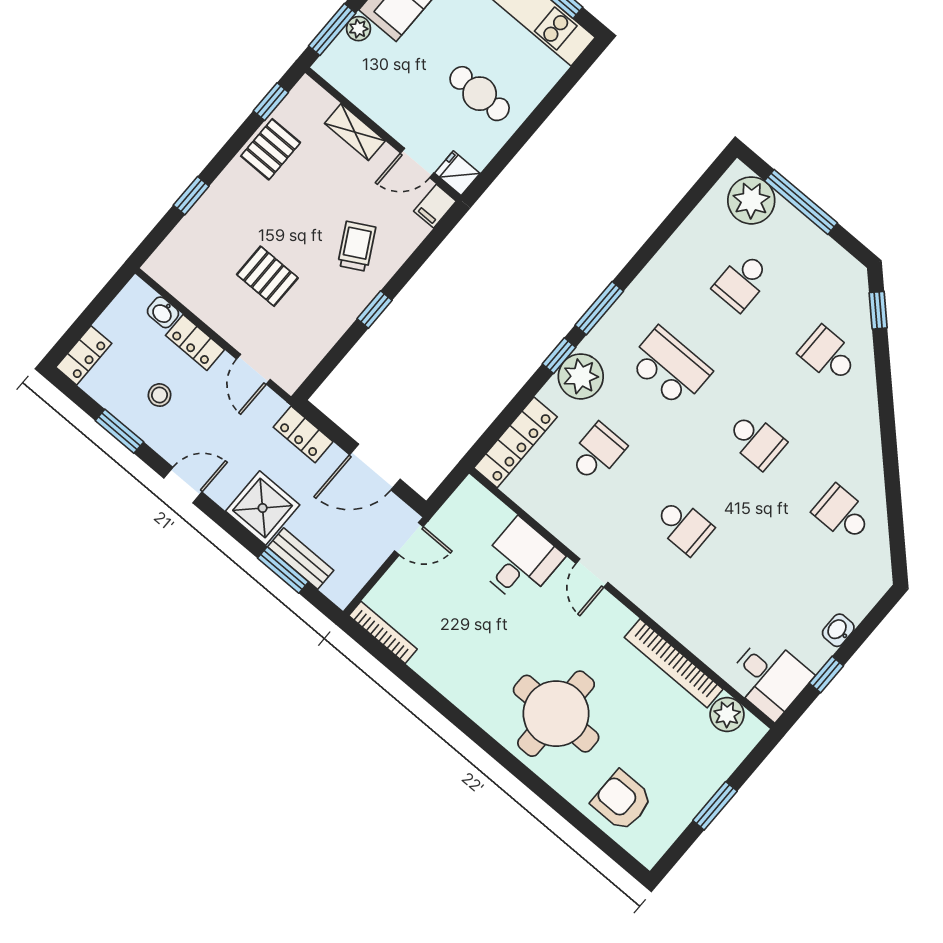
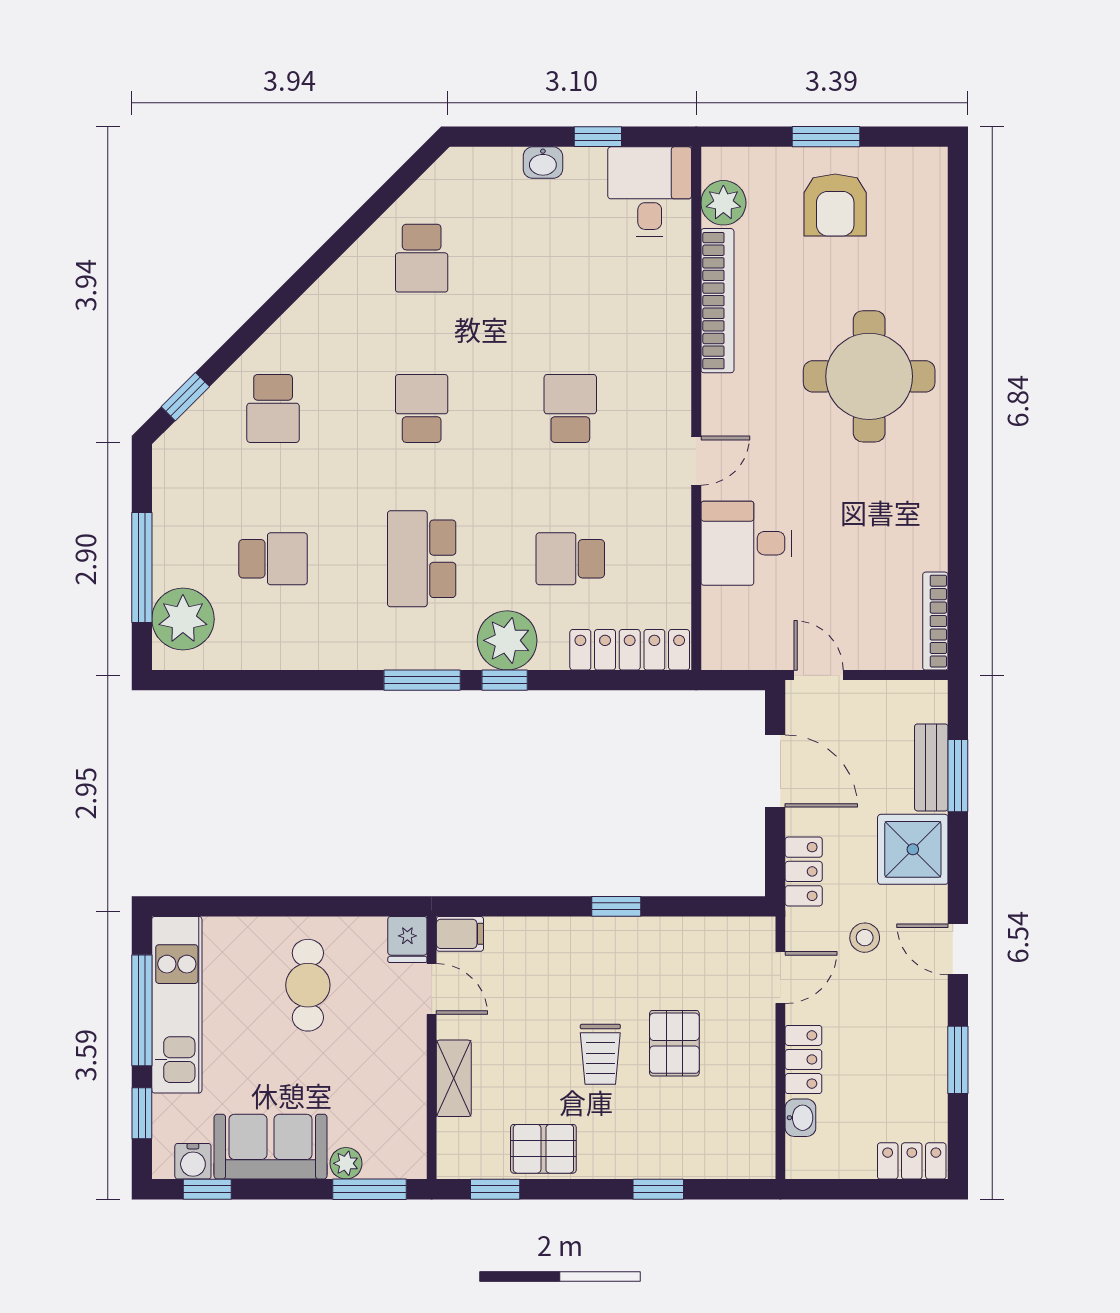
trolley: (357, 246) -> (600, 1054), moved, turned -61
stool: (160, 395) -> (865, 938), moved
armchair: (622, 801) -> (835, 205), moved

